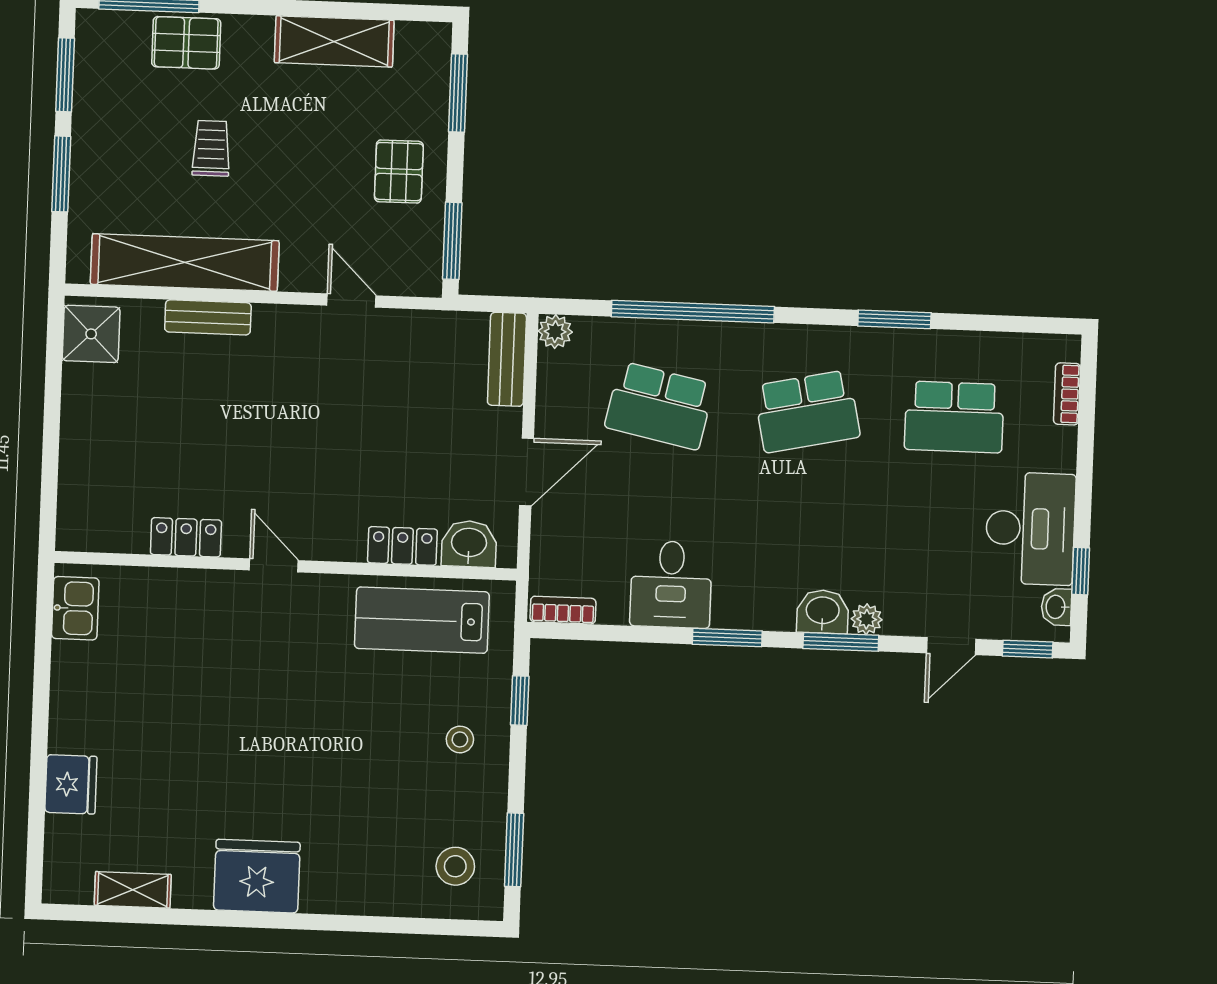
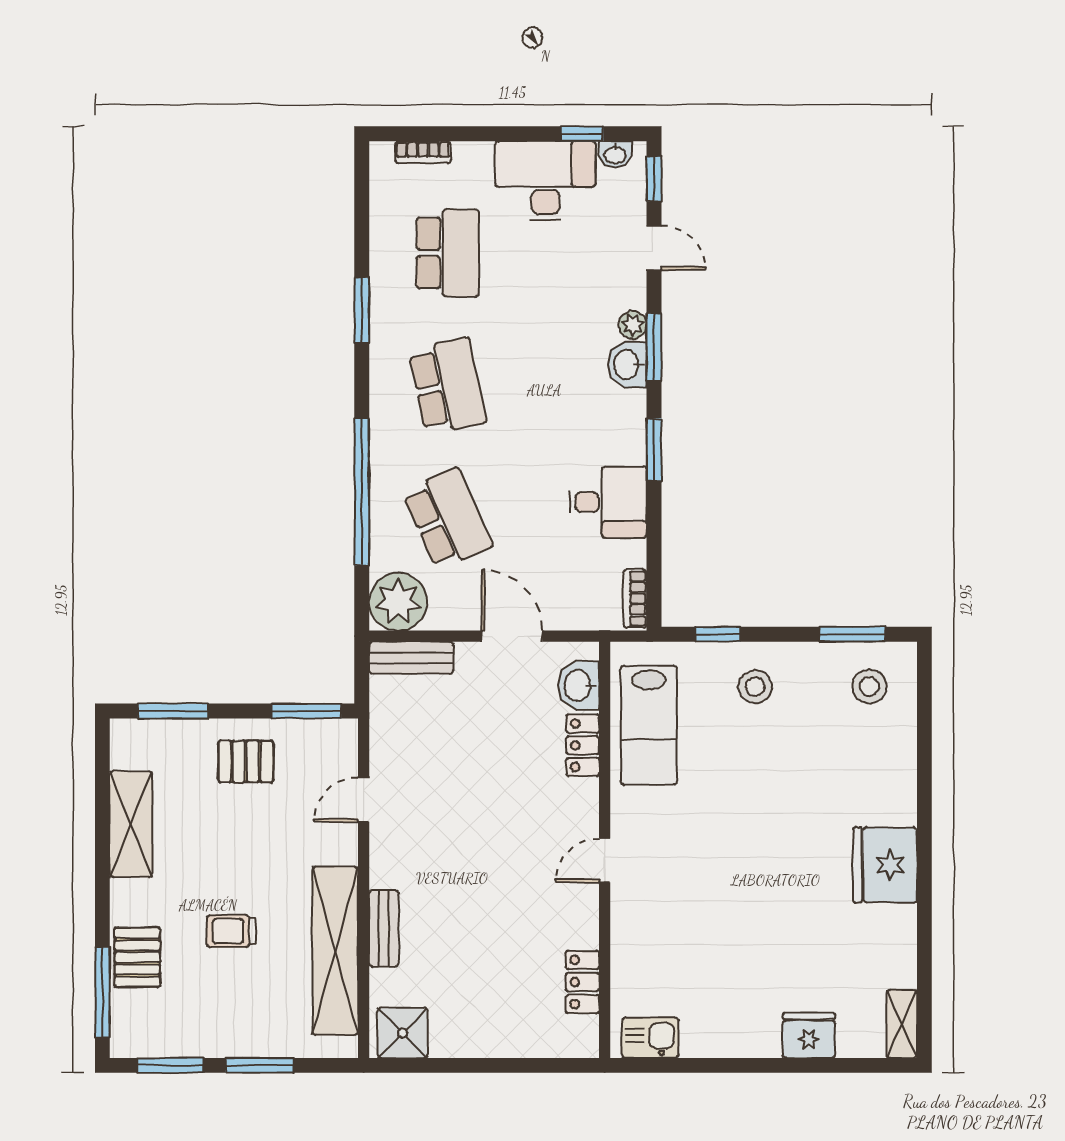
plant: (555, 332) -> (398, 602), width x1.88, depth x1.88
school desk: (659, 406) -> (448, 519), turned -36
locker: (186, 537) -> (583, 982), moved
stool: (460, 739) -> (755, 687), width x1.37, depth x1.37
shelving: (133, 890) -> (902, 1024), moved

